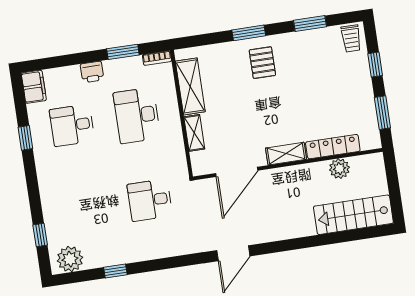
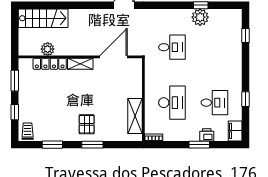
window: (123, 52) -> (199, 145), moved
printer: (92, 72) -> (207, 135), moved
shelving: (194, 133) -> (137, 86), removed
plant: (70, 259) -> (200, 17), moved

